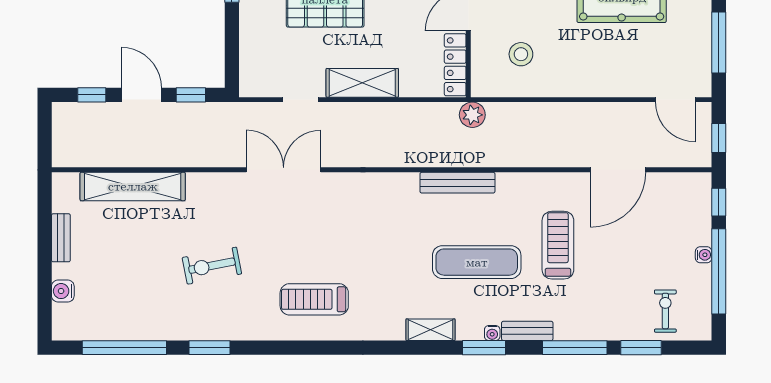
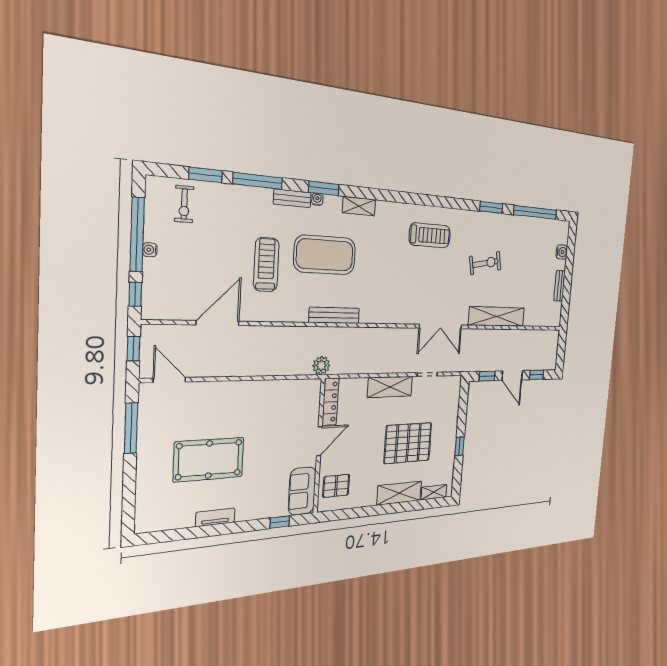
stool: (521, 54) -> (285, 411), removed
shelving: (133, 186) -> (497, 316), moved
treadmill: (558, 245) -> (266, 265), turned 180
exercise mat: (477, 262) -> (325, 255), width x1.47

